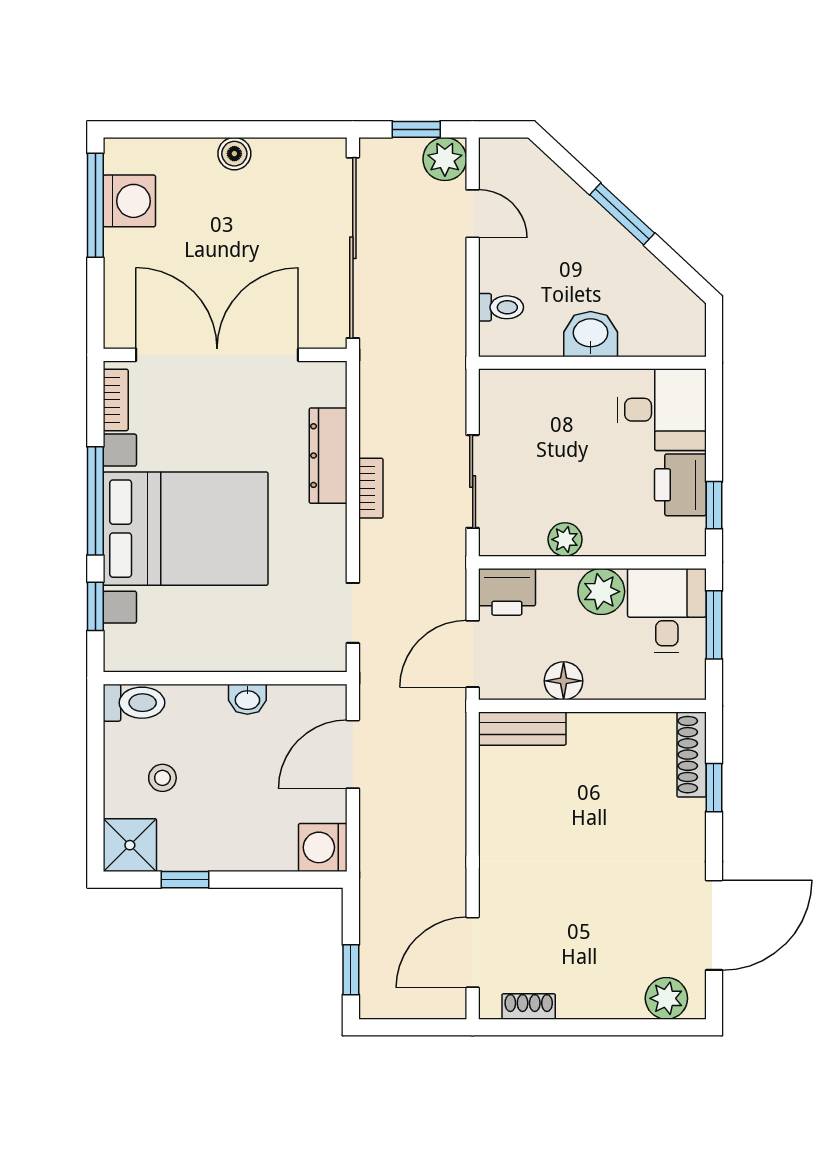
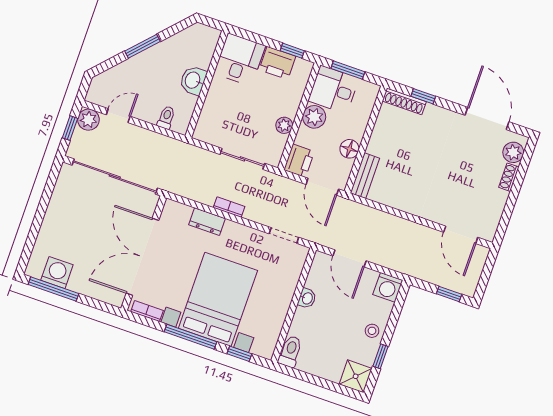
boiler: (234, 154) -> (52, 216), removed
dresser: (328, 456) -> (207, 222), width x0.70
stool: (162, 778) -> (372, 331), moved
shoe rack: (529, 1006) -> (509, 177), moved

